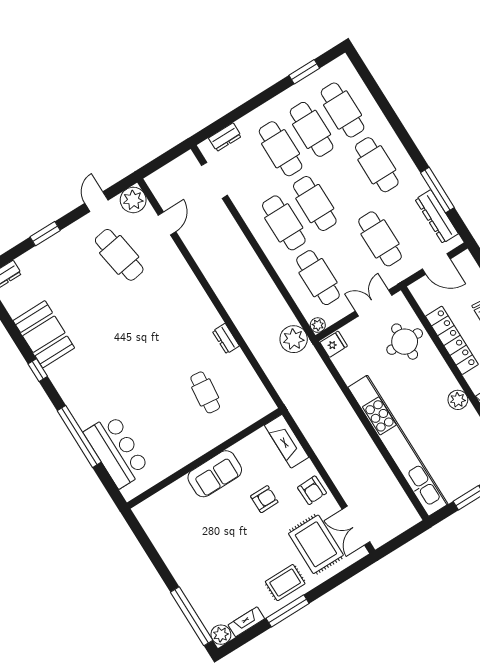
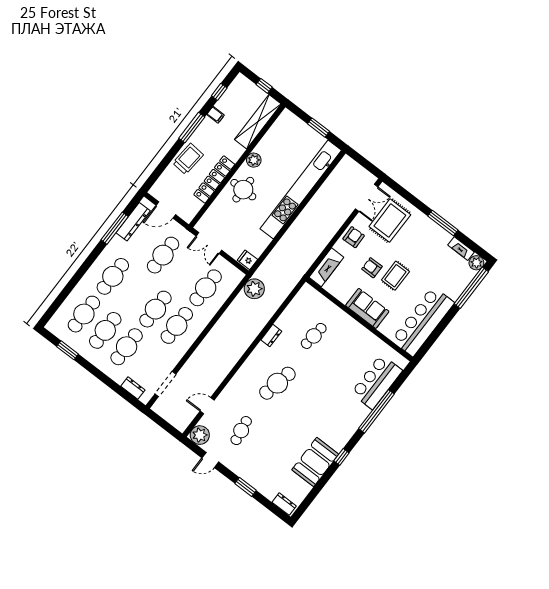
cafe table: (119, 255) -> (241, 431), width x0.73, depth x0.74
door: (436, 264) -> (166, 210), swing flipped
cafe table: (162, 324) -> (277, 383), added
plant: (318, 325) -> (238, 276), removed
round table: (405, 342) -> (243, 190), moved
bar counter: (172, 538) -> (423, 321), added
rug: (285, 583) -> (395, 276), moved, turned 90

